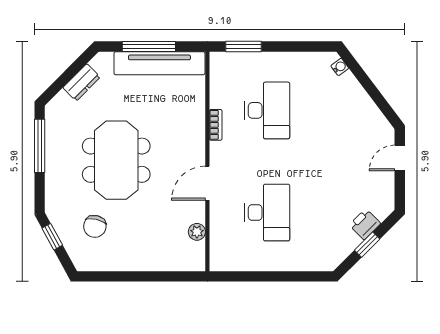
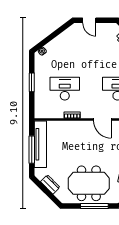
window: (243, 47) -> (32, 82), moved
window: (40, 146) -> (94, 206), moved
meeting table: (116, 160) -> (89, 183), moved

